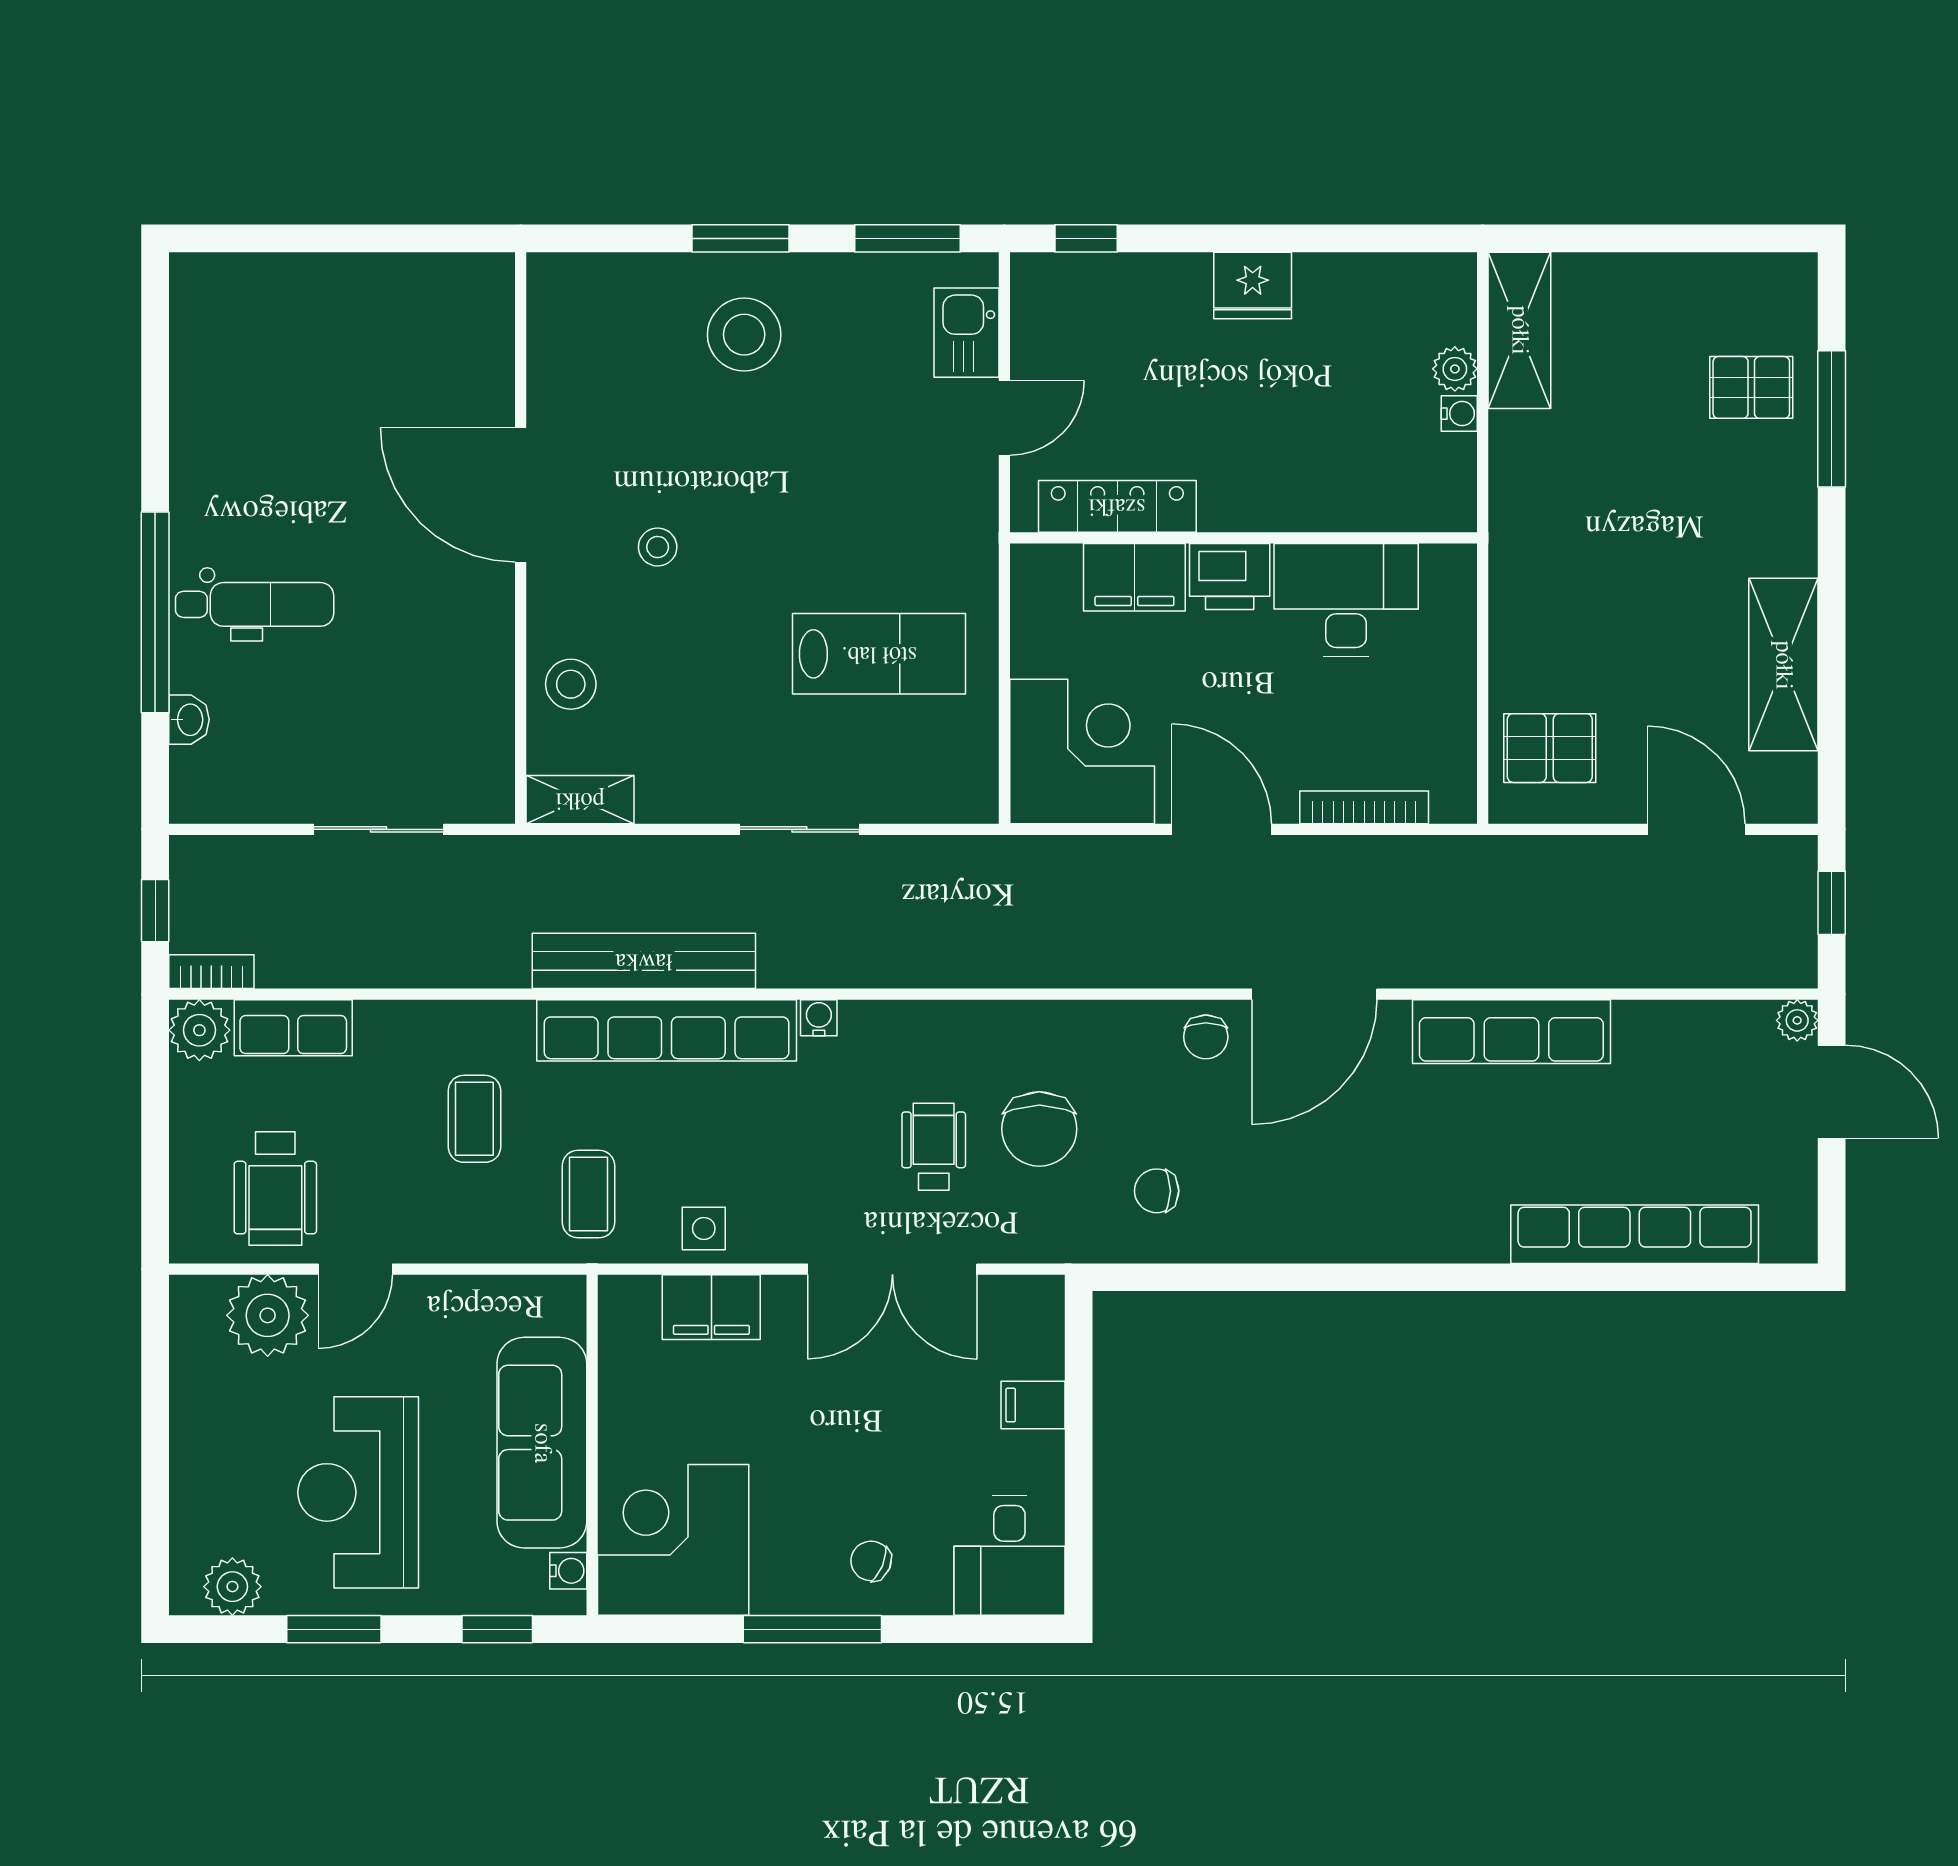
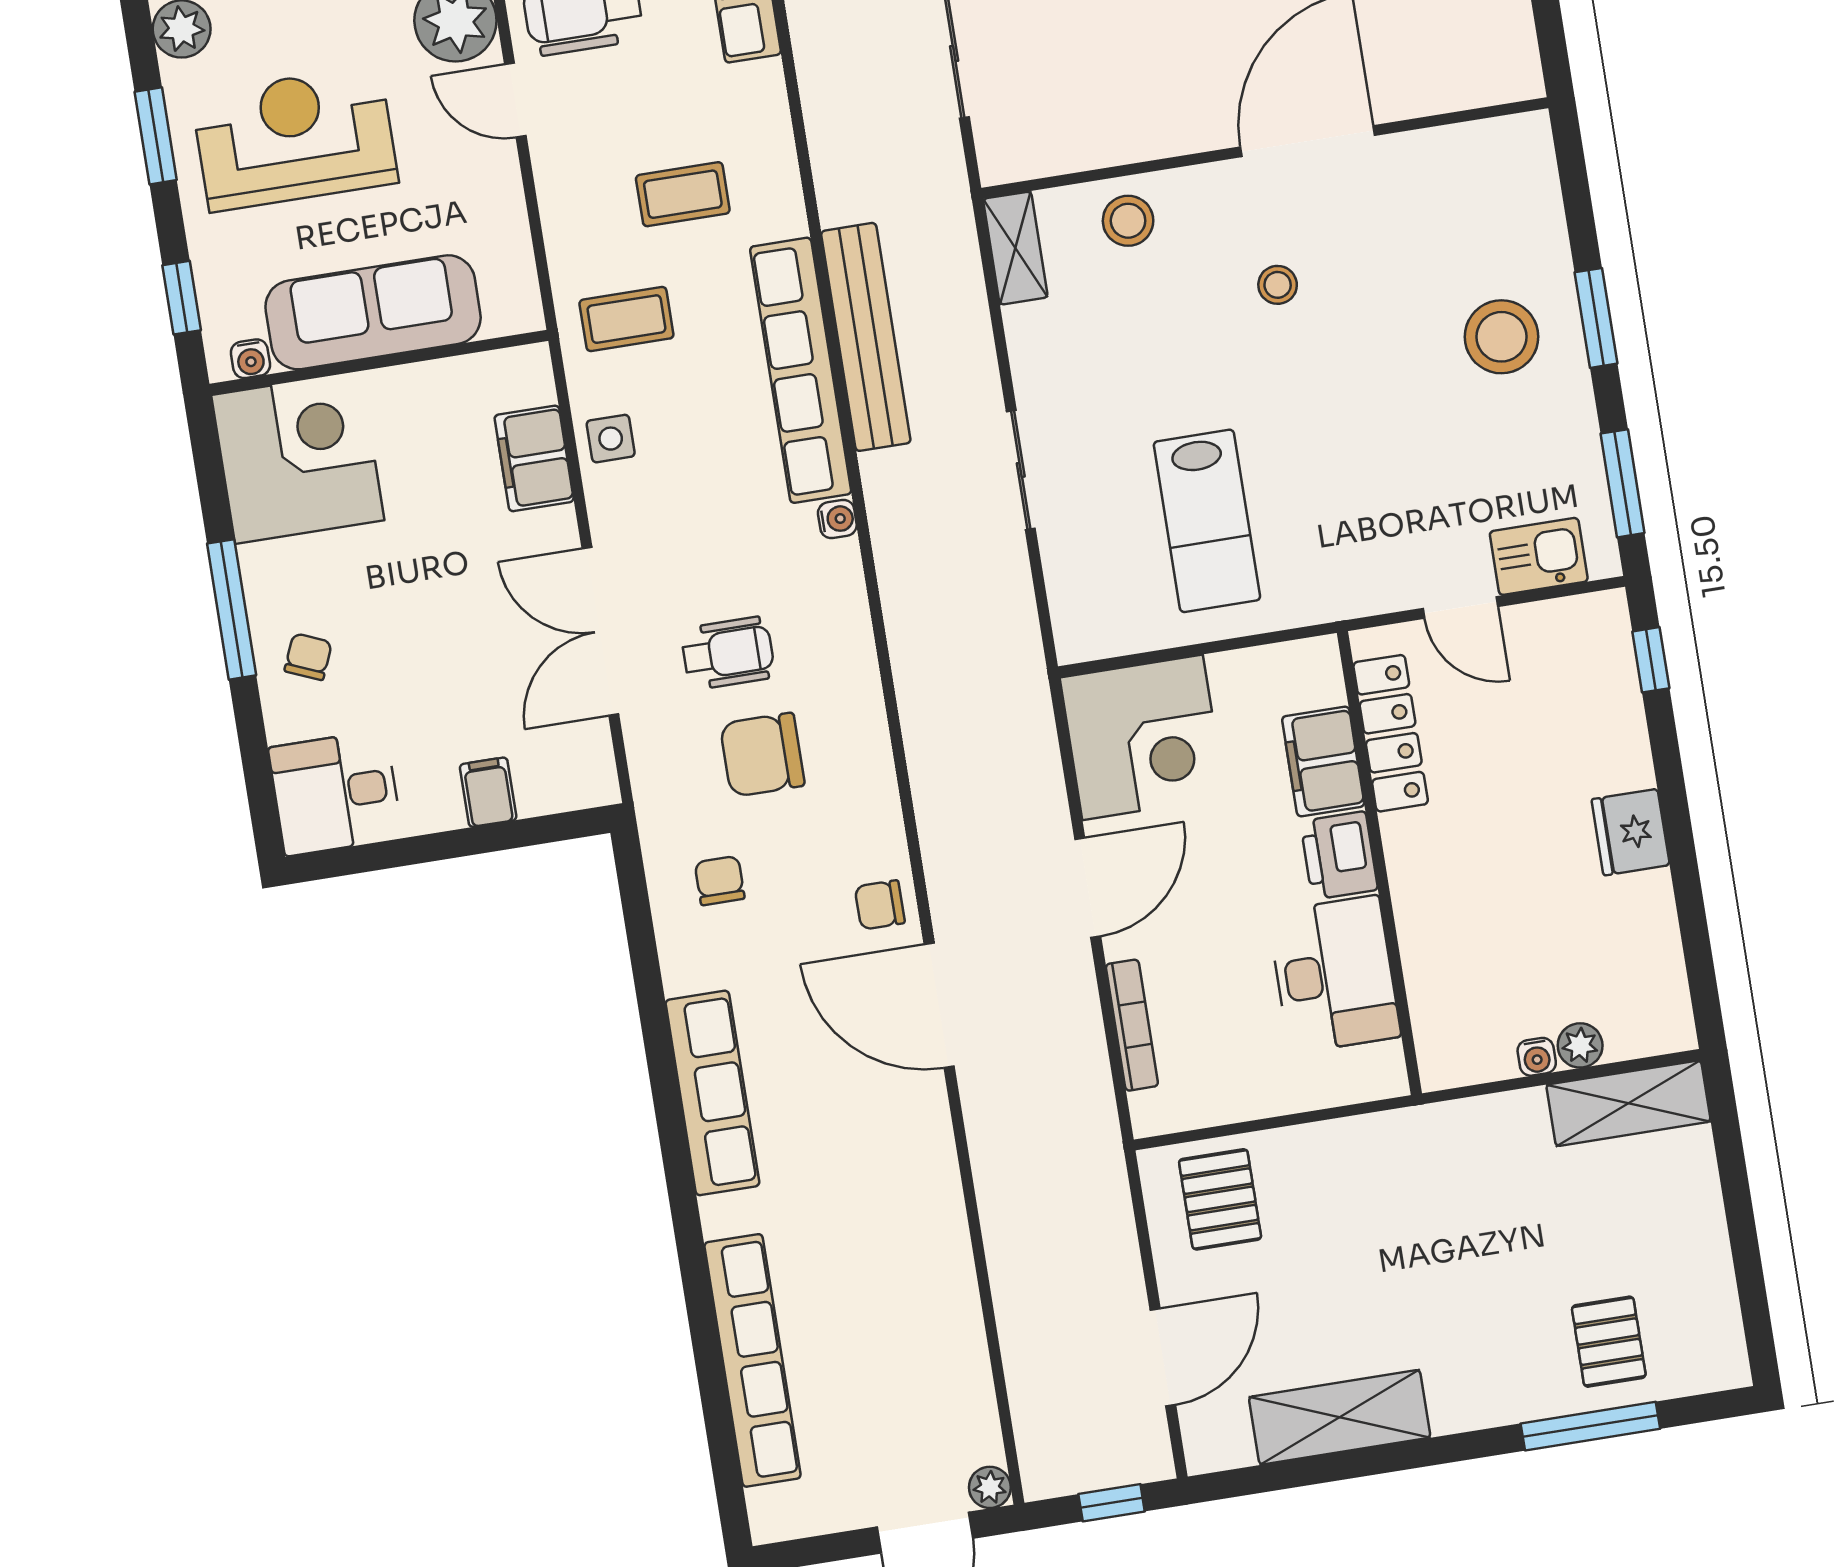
row of seats: (1511, 1032) -> (712, 1093), moved, turned 180

